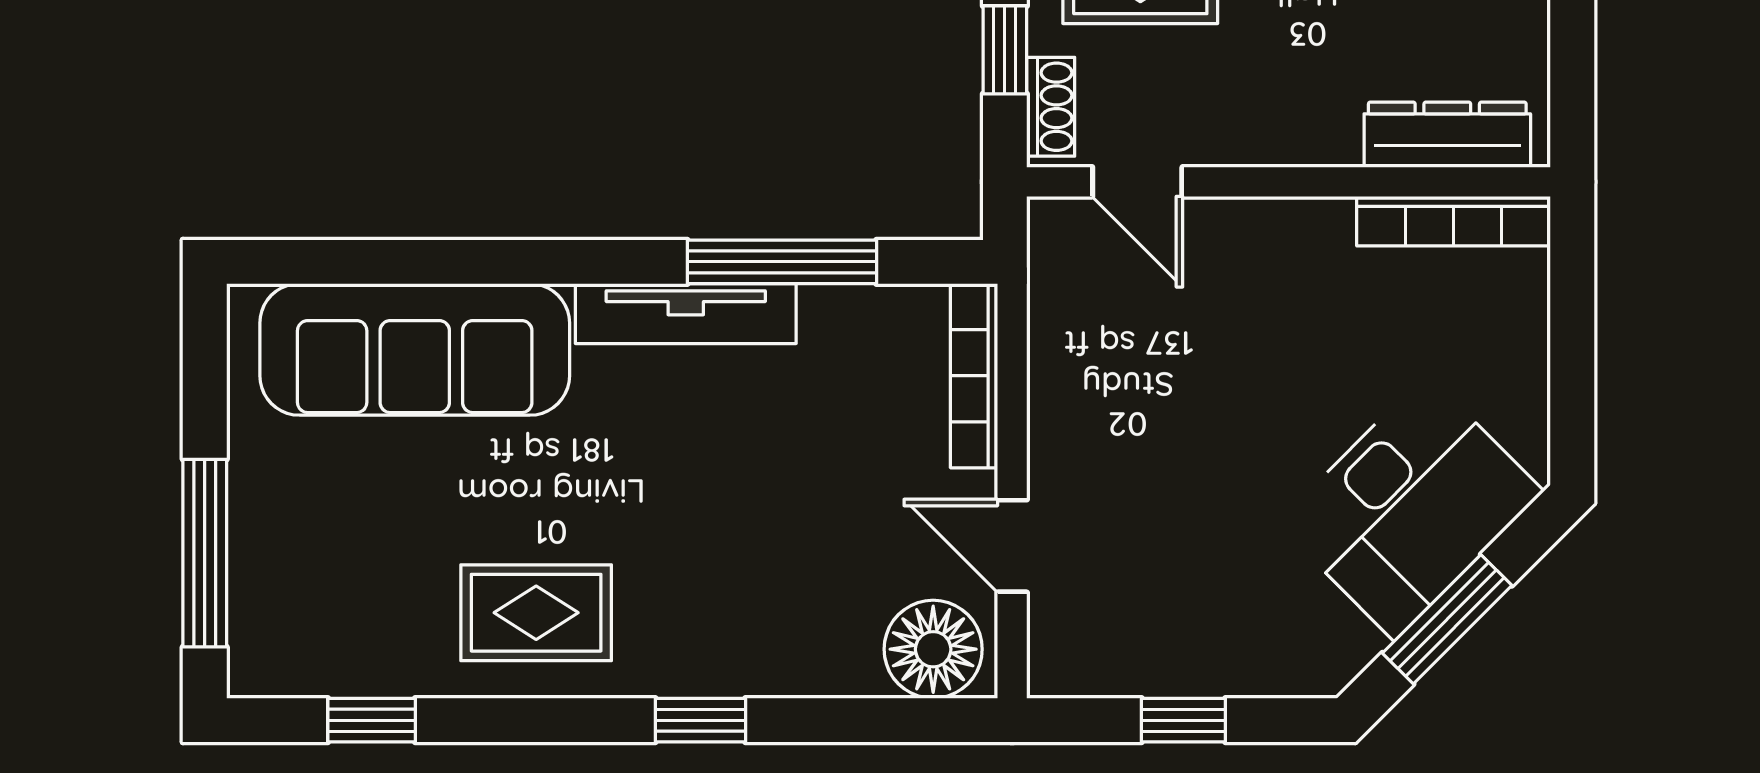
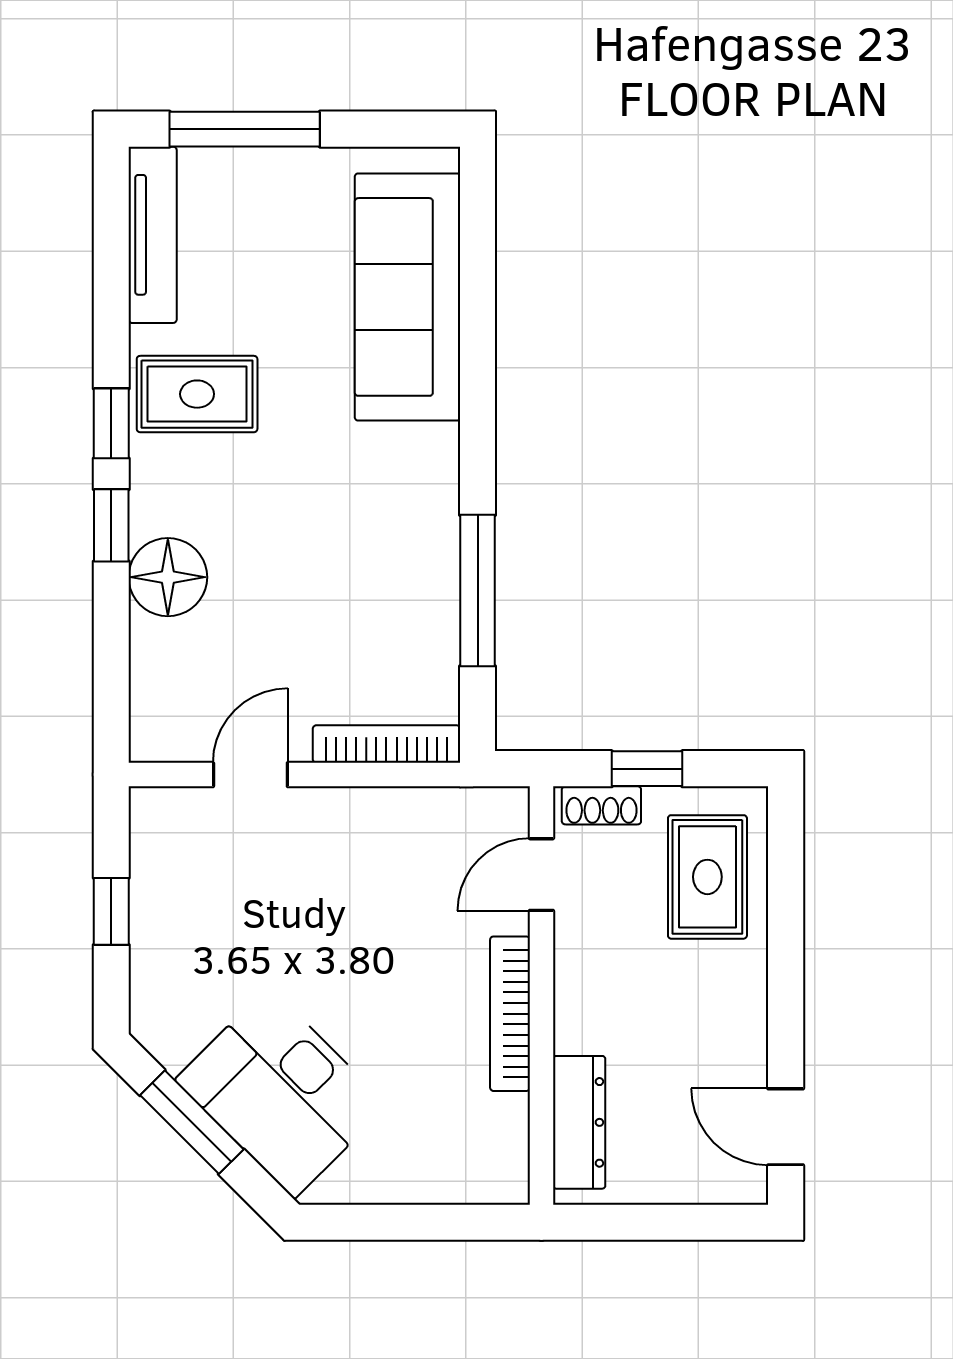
bookcase: (1454, 221) -> (510, 1014), moved
tv unit: (686, 314) -> (153, 235), moved, turned 180
rug: (536, 613) -> (197, 394), turned 90
floor lamp: (933, 649) -> (168, 577), moved
window: (372, 720) -> (111, 423), moved

